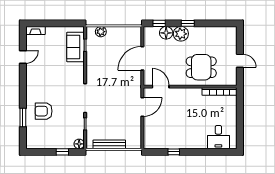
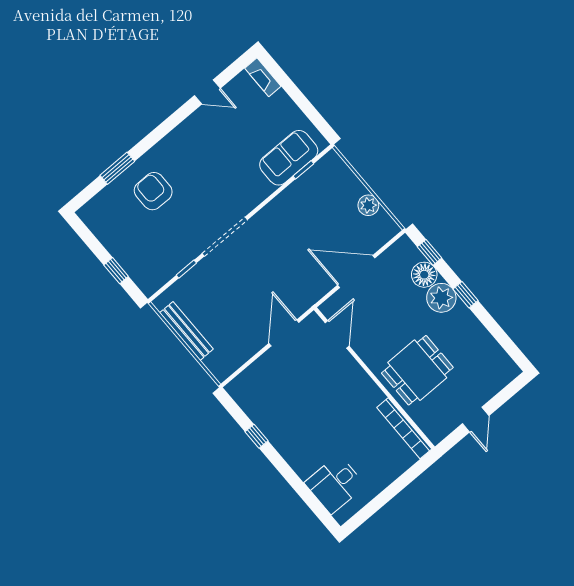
plant: (101, 32) -> (368, 205), moved
dining table: (201, 67) -> (417, 370), turned 90
door: (142, 107) -> (284, 333), swing flipped
floor lamp: (79, 144) -> (149, 285), removed

